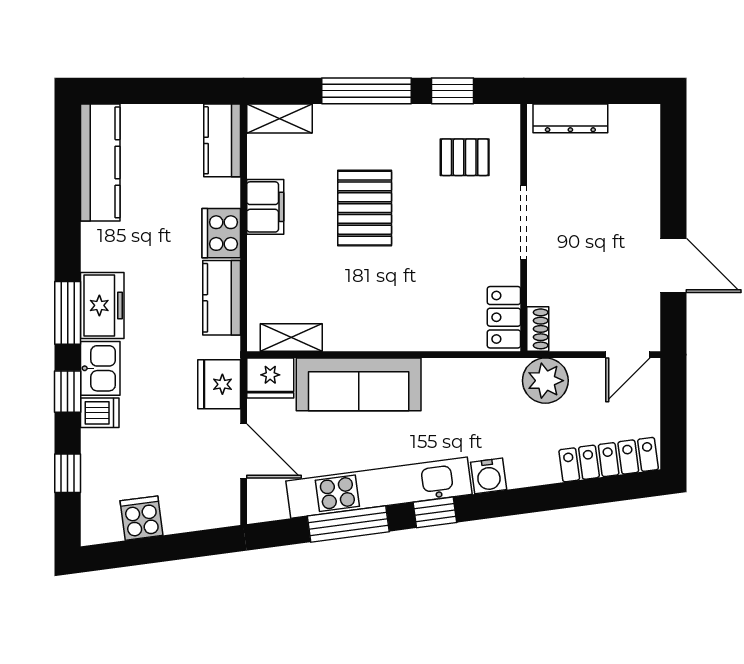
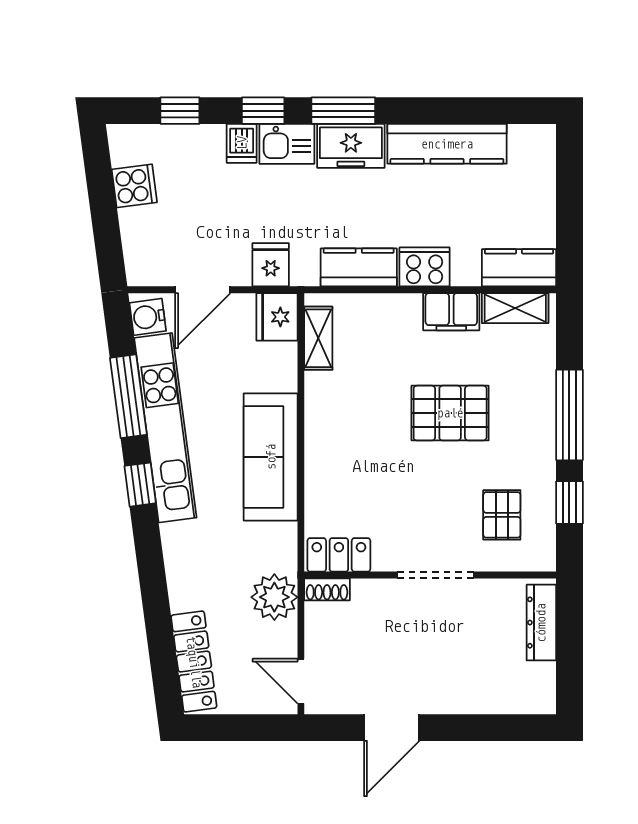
shelving: (280, 119) -> (515, 308), moved, turned 90
kitchen counter: (100, 162) -> (447, 144), moved
fridge: (219, 384) -> (271, 265), width x0.72
sofa: (359, 384) -> (271, 457), moved
water cooler: (489, 476) -> (148, 317), moved

